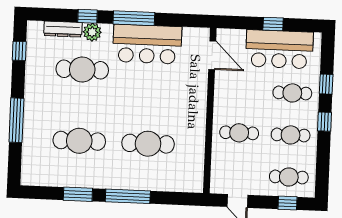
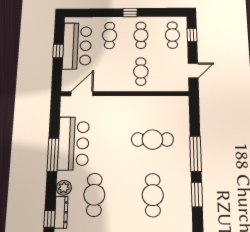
window: (87, 16) -> (50, 219), moved
window: (326, 84) -> (102, 13), removed
cafe table: (148, 144) -> (152, 139), turned 90

